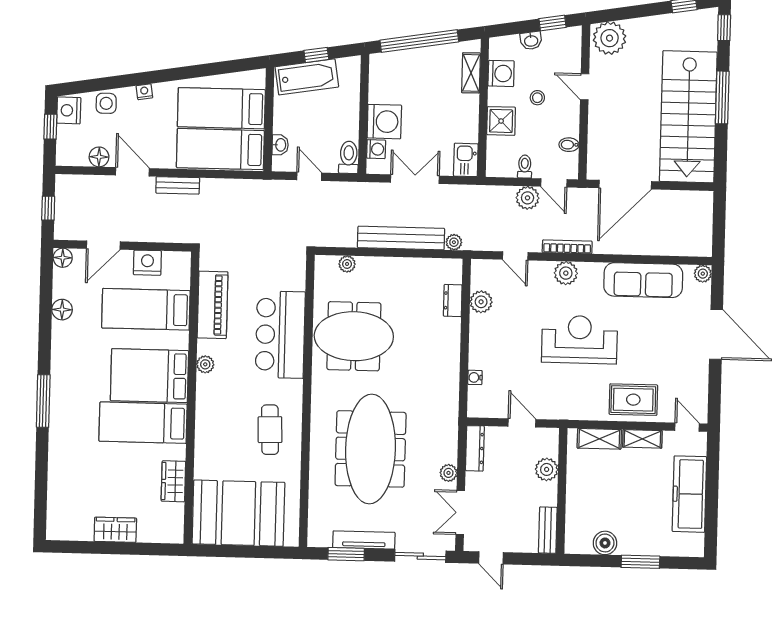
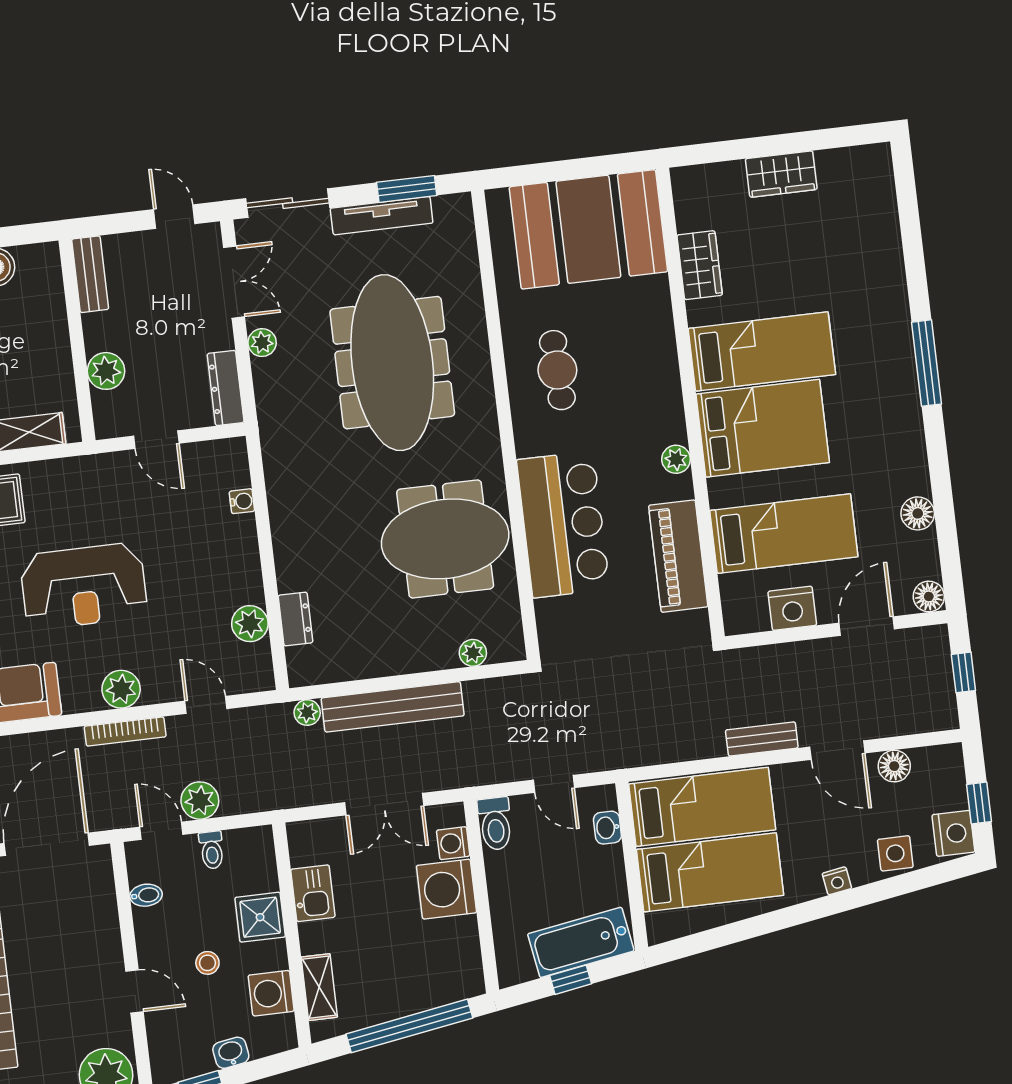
kitchen sink: (466, 160) -> (313, 893), moved

